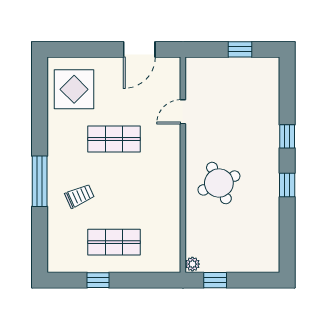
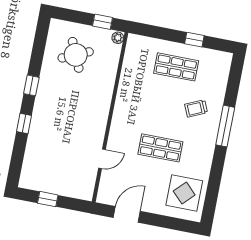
round table: (219, 183) -> (76, 55), moved

